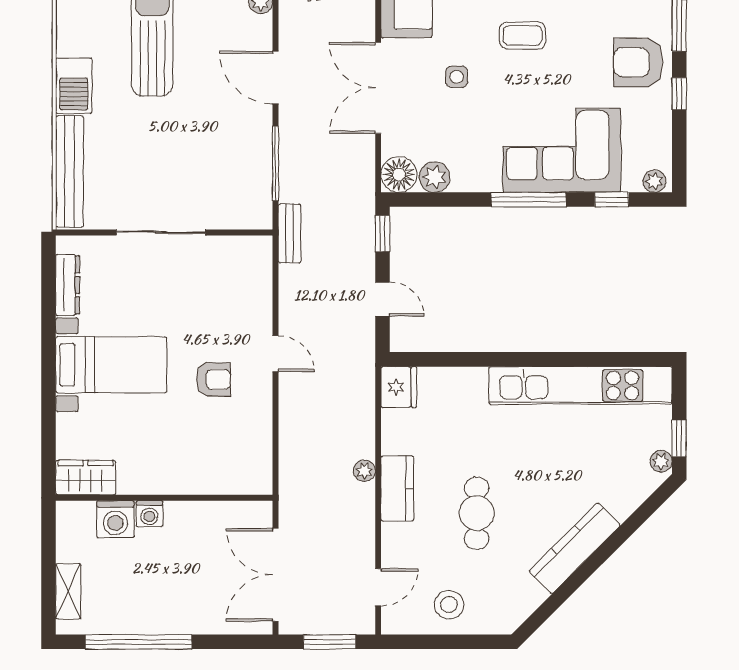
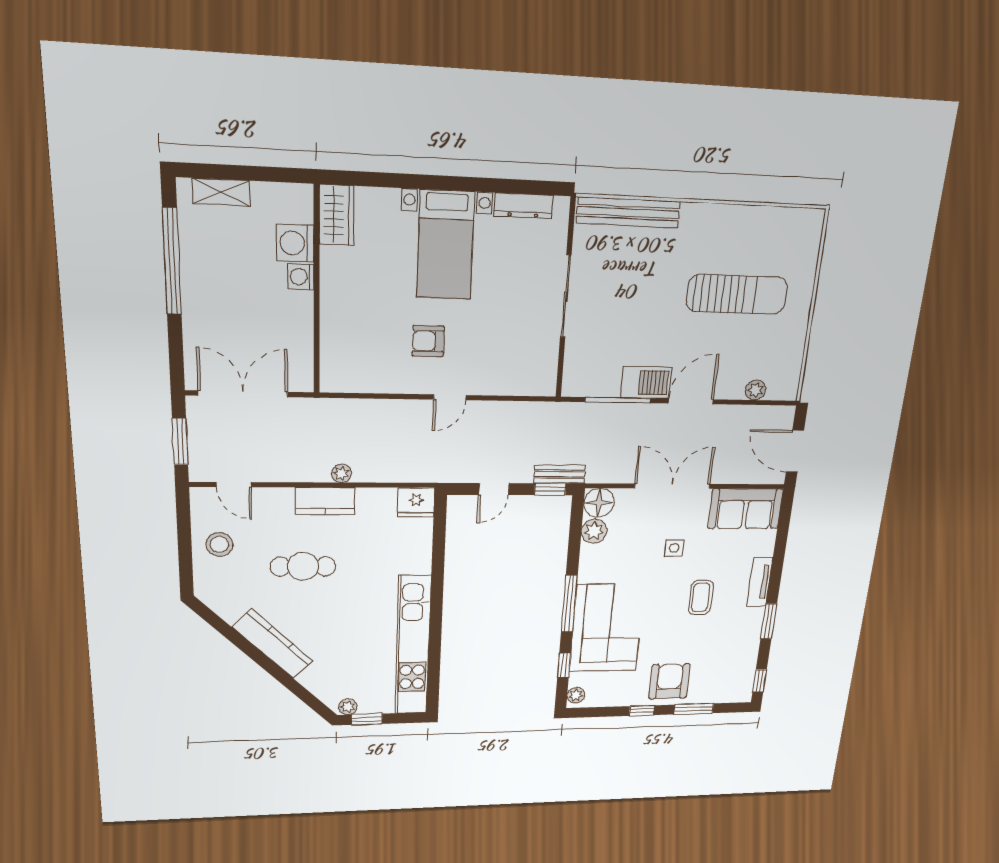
barbecue: (74, 86) -> (646, 383), moved, turned 180
bench: (290, 233) -> (559, 474), moved
armchair: (213, 379) -> (428, 341), turned 90

